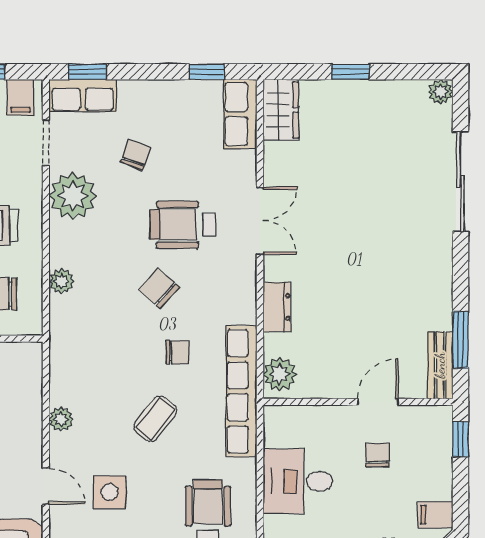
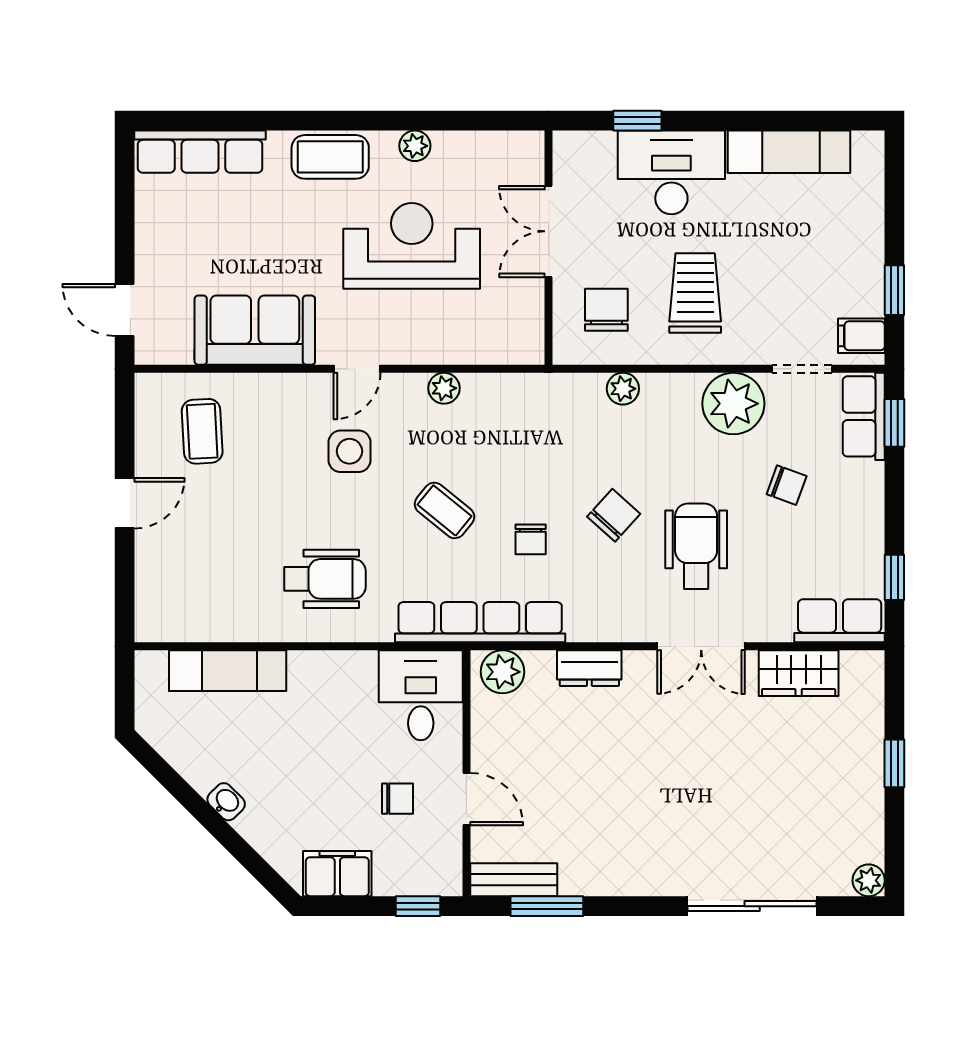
wardrobe: (281, 110) -> (799, 673), moved
desk: (298, 481) -> (421, 695), moved
filing cabinet: (435, 515) -> (337, 874), width x2.00

